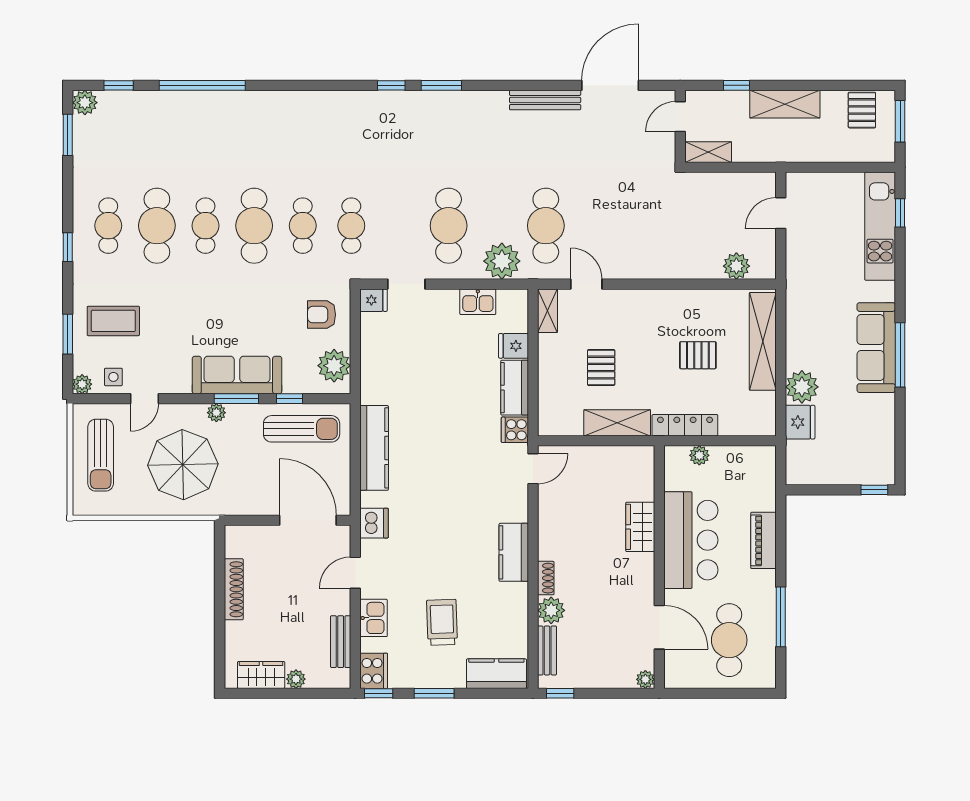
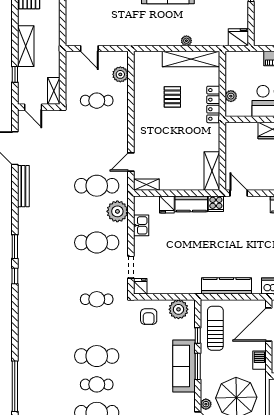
cafe table: (303, 226) -> (97, 101), moved
shelving: (763, 341) -> (191, 59), moved
pallet: (601, 368) -> (180, 153), removed
plant: (802, 387) -> (186, 41), width x0.53, depth x0.53
plant: (216, 413) -> (206, 404), moved
fridge: (800, 422) -> (238, 37), moved
shelving: (617, 423) -> (212, 171), moved
barbecue: (247, 504) -> (259, 360), added

